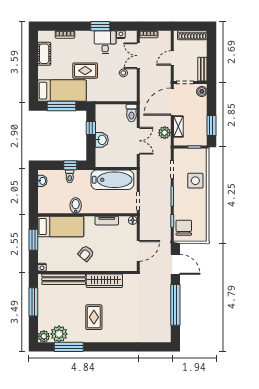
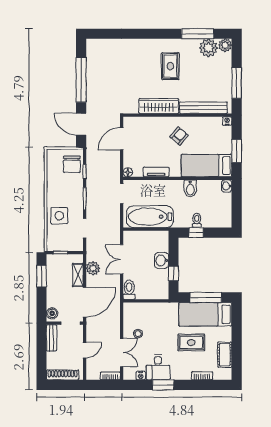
rug: (85, 71) -> (191, 342), moved
washbasin: (42, 181) -> (227, 186), moved

